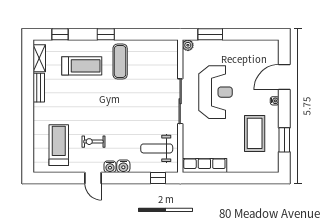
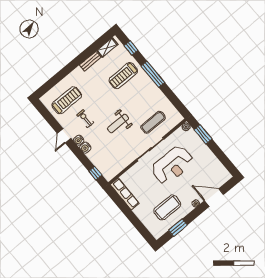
window: (106, 34) -> (153, 74), width x2.17
exercise mat: (120, 62) -> (153, 122), moved
treadmill: (82, 66) -> (123, 76), turned 90
weight bench: (157, 148) -> (118, 123), moved, turned -90

